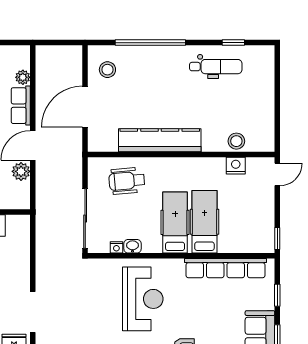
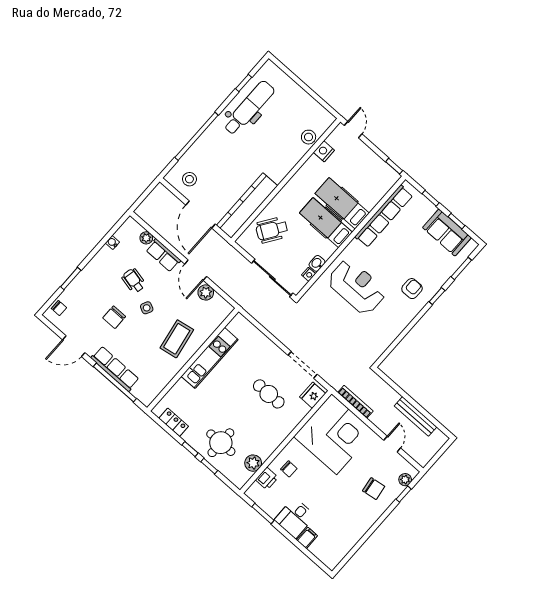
dental chair: (216, 67) -> (249, 108), width x1.36, depth x1.38
kitchen counter: (160, 140) -> (247, 205), moved
wheelchair: (127, 181) -> (272, 230), turned 39

